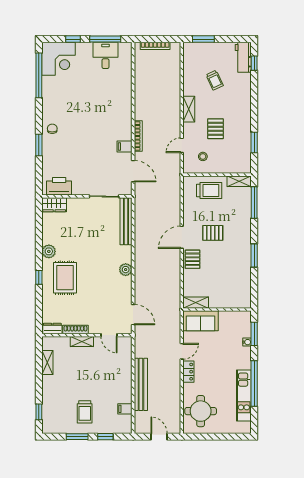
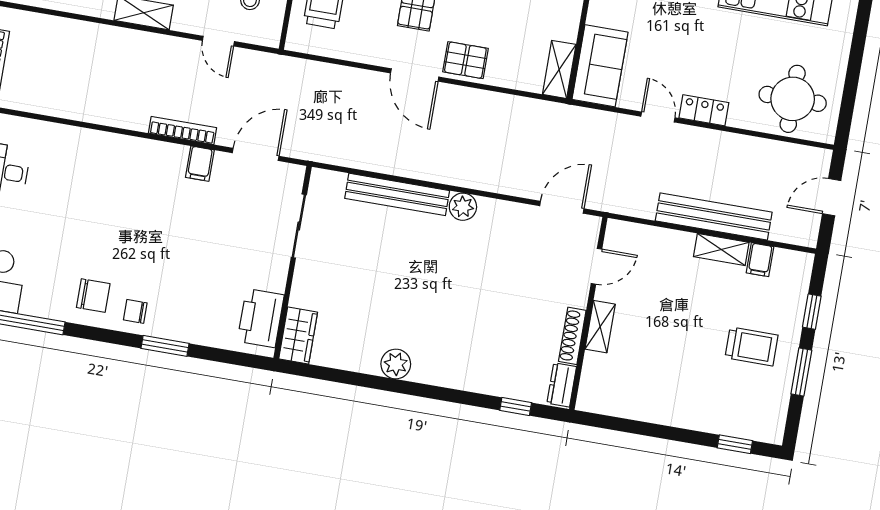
chair: (56, 108) -> (93, 296), added
bench: (126, 221) -> (397, 194), moved
window: (39, 277) -> (516, 406), moved
rug: (65, 278) -> (458, 339), removed
shelving: (47, 363) -> (721, 250), moved

